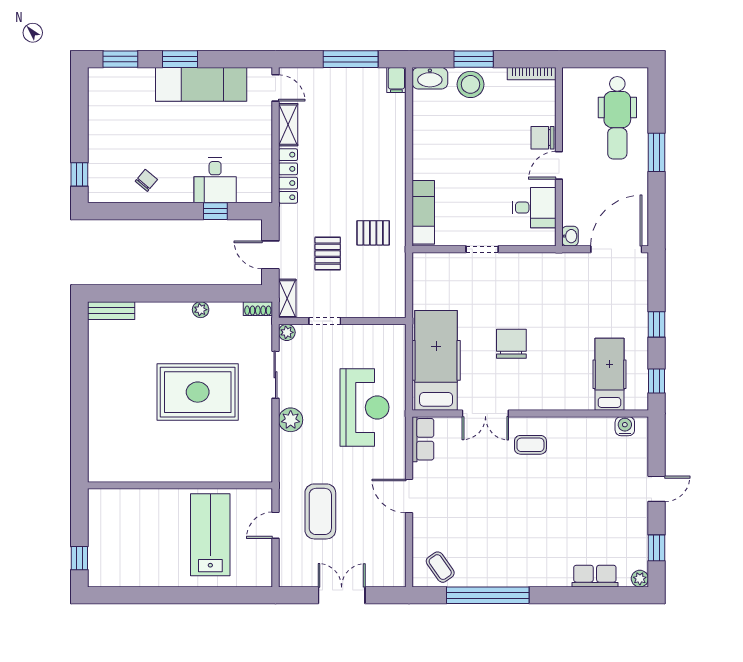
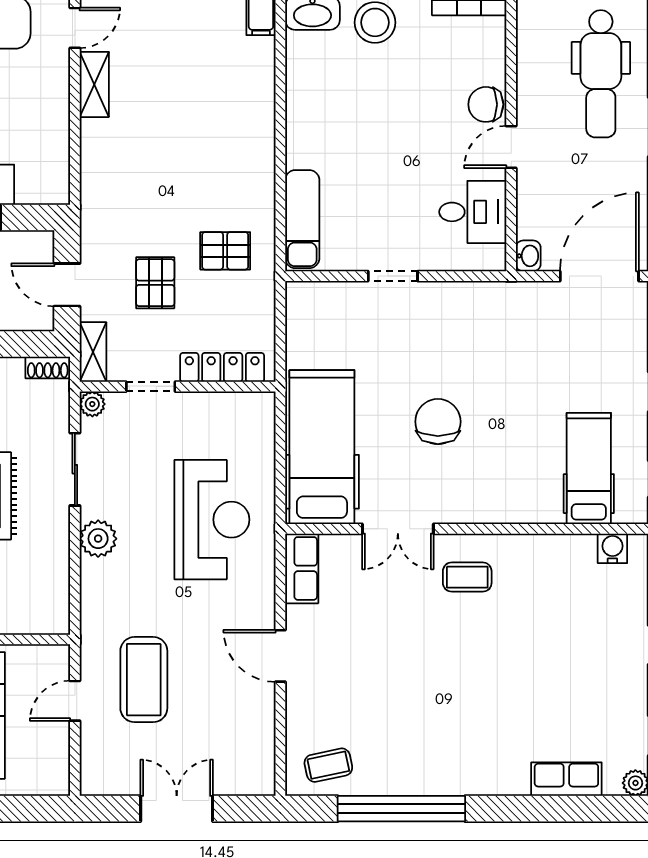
door: (275, 88) -> (75, 28), hinge flipped
locker: (288, 176) -> (222, 367), moved, turned -90
coffee table: (440, 567) -> (328, 765), turned -67

